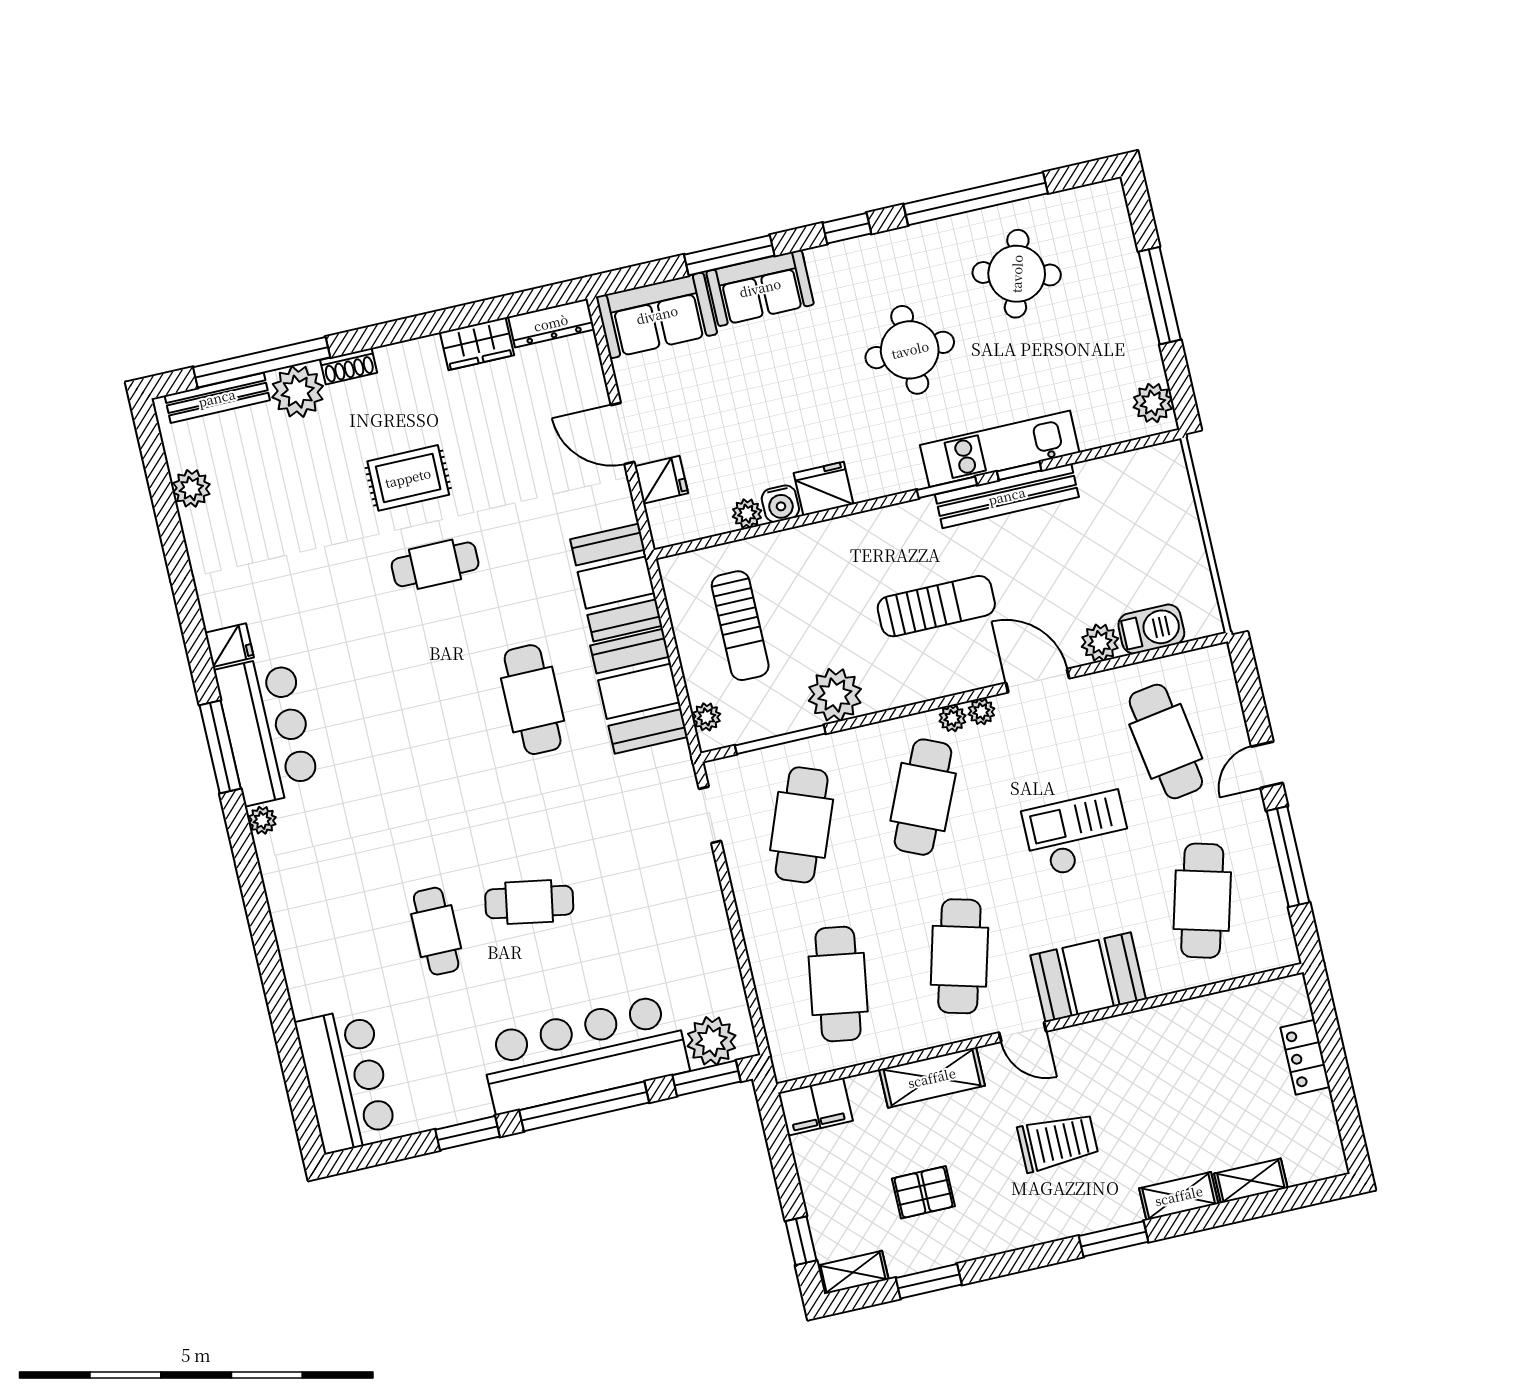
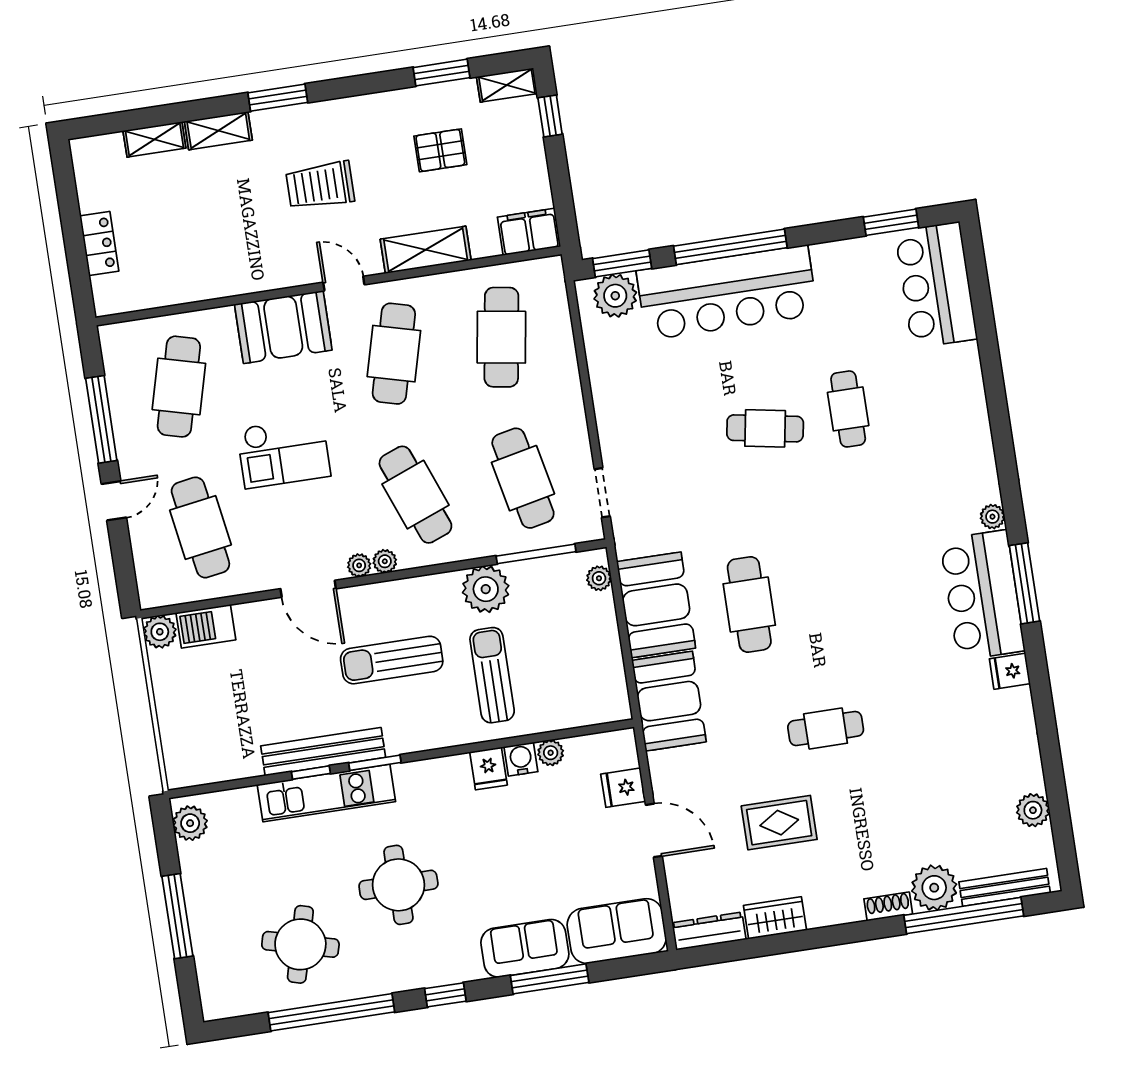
rug: (408, 478) -> (779, 823), moved
fridge: (824, 489) -> (488, 769), width x0.72
sun lounger: (740, 626) -> (492, 675), moved
plant: (1100, 643) -> (160, 632), moved
cafe table: (923, 797) -> (415, 495), turned -45
cafe table: (802, 825) -> (523, 478), turned -33
window: (467, 1133) -> (891, 222), moved

